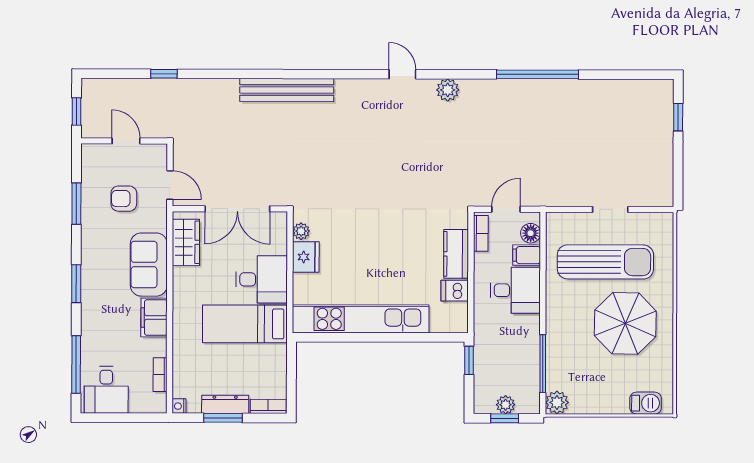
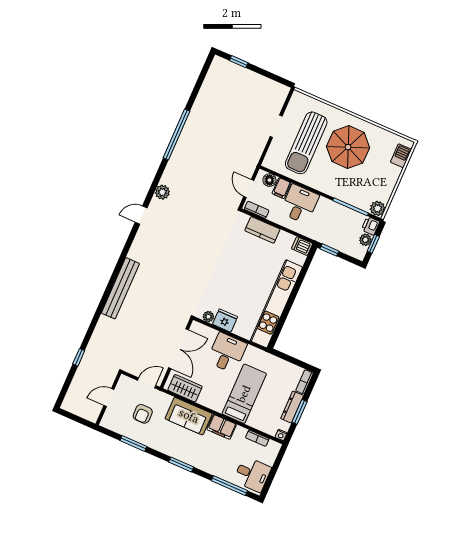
window: (77, 111) -> (78, 419), removed
sun lounger: (605, 262) -> (306, 143), turned 180
dishwasher: (455, 291) -> (302, 246), moved, turned 90
bed: (245, 324) -> (244, 394), moved, turned 180
printer: (528, 403) -> (370, 226), added

